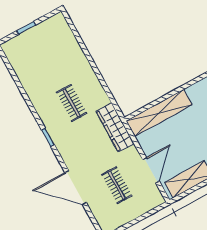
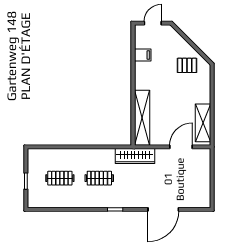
door: (151, 170) -> (181, 147), hinge flipped
clothes rail: (117, 185) -> (60, 178), moved

